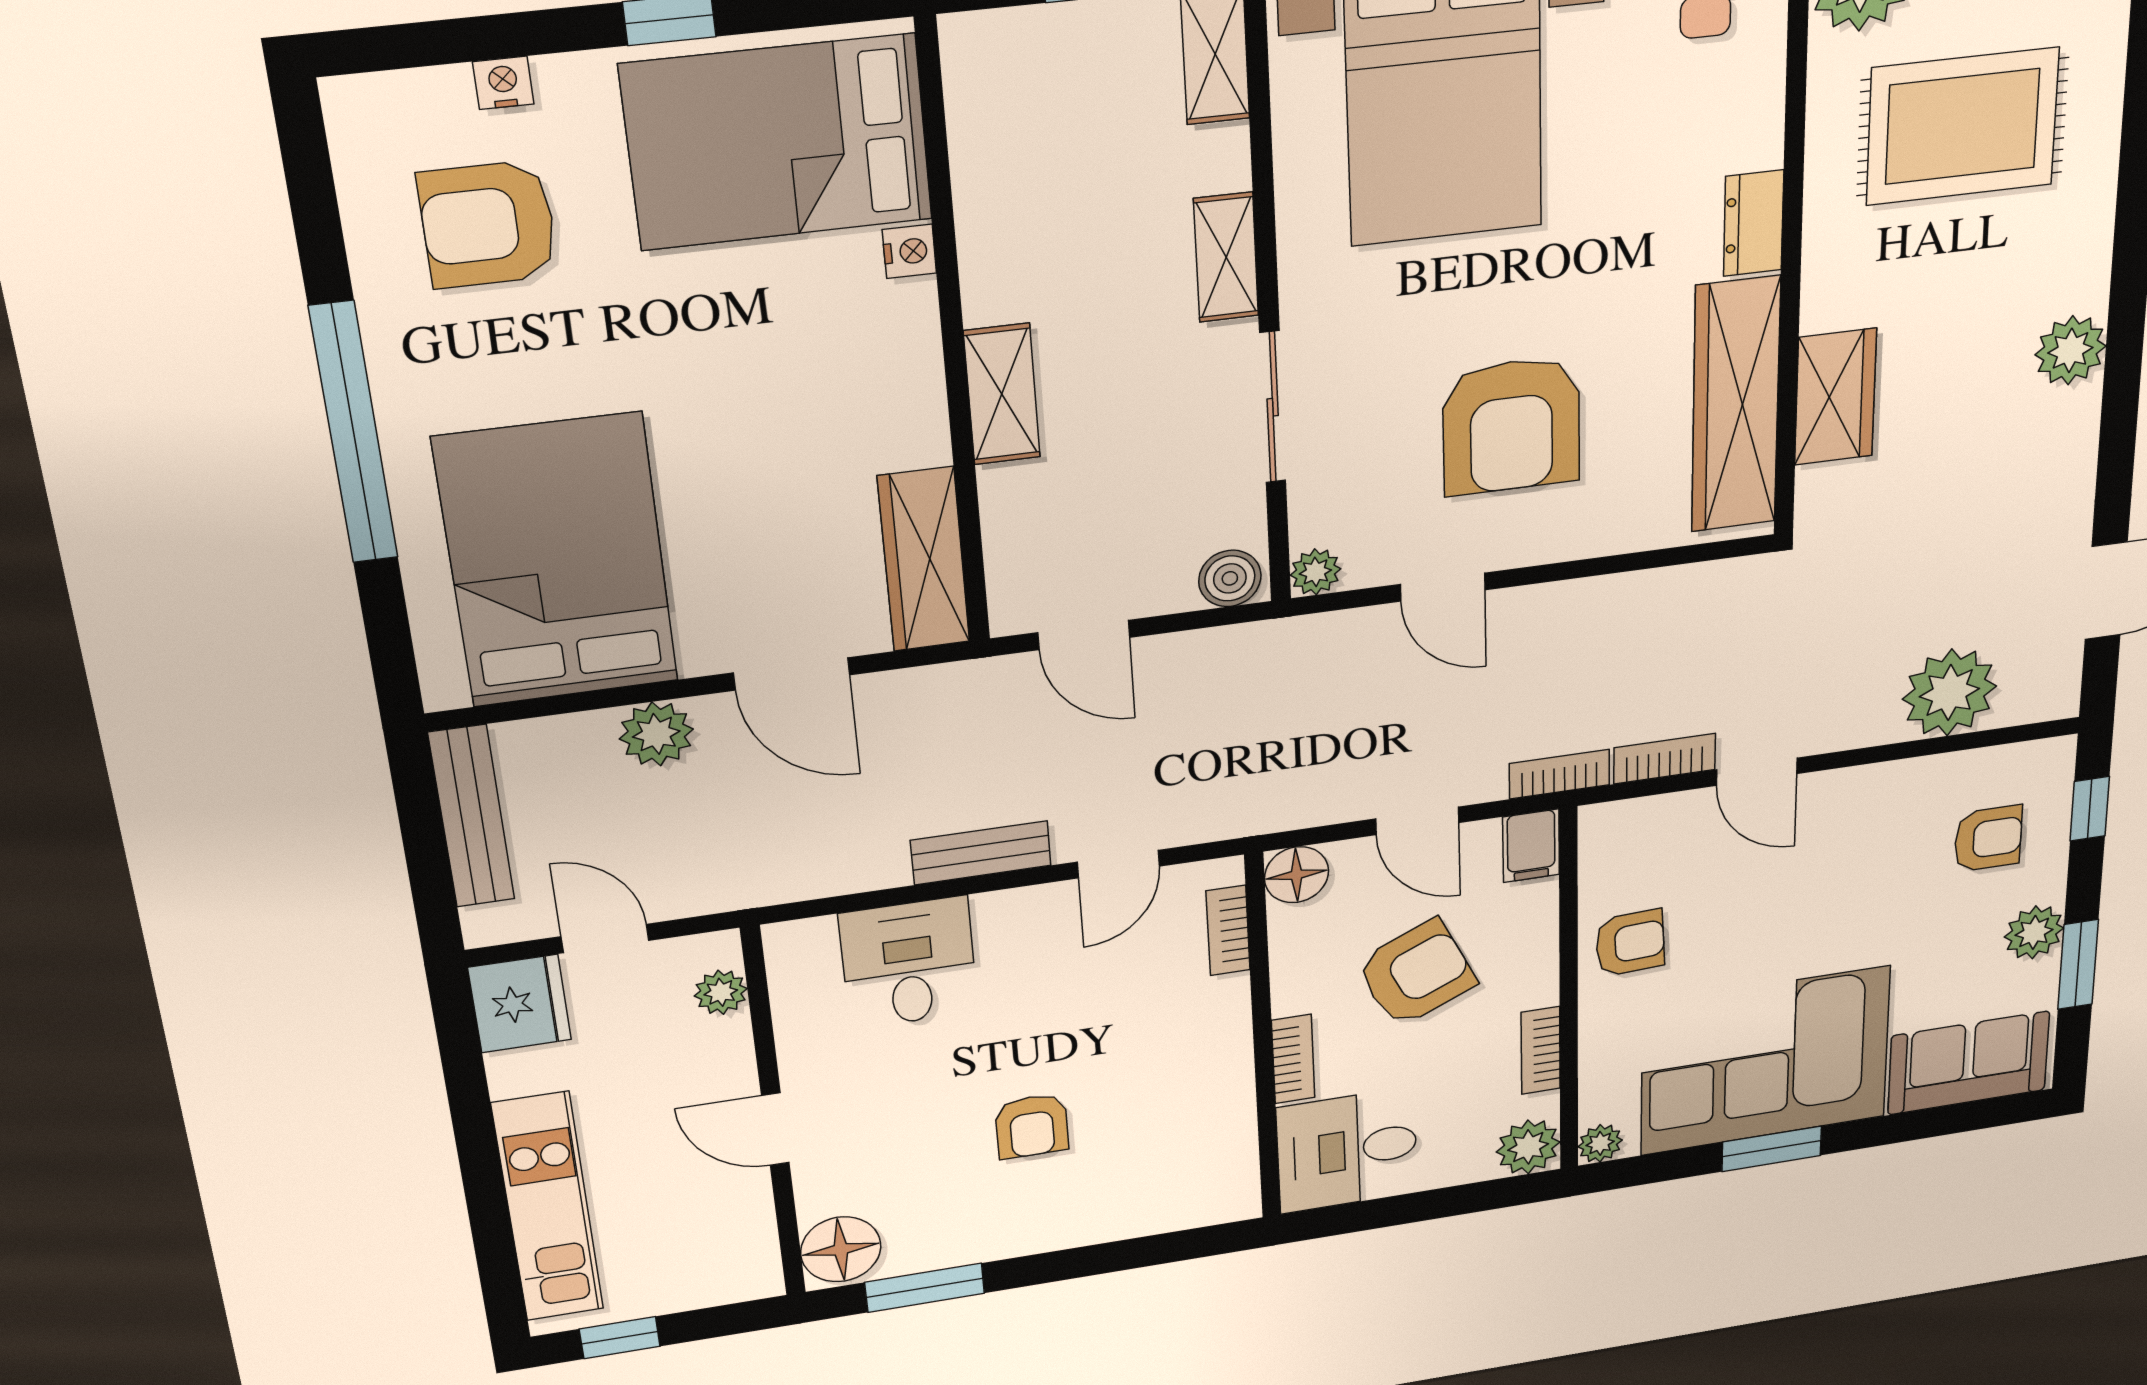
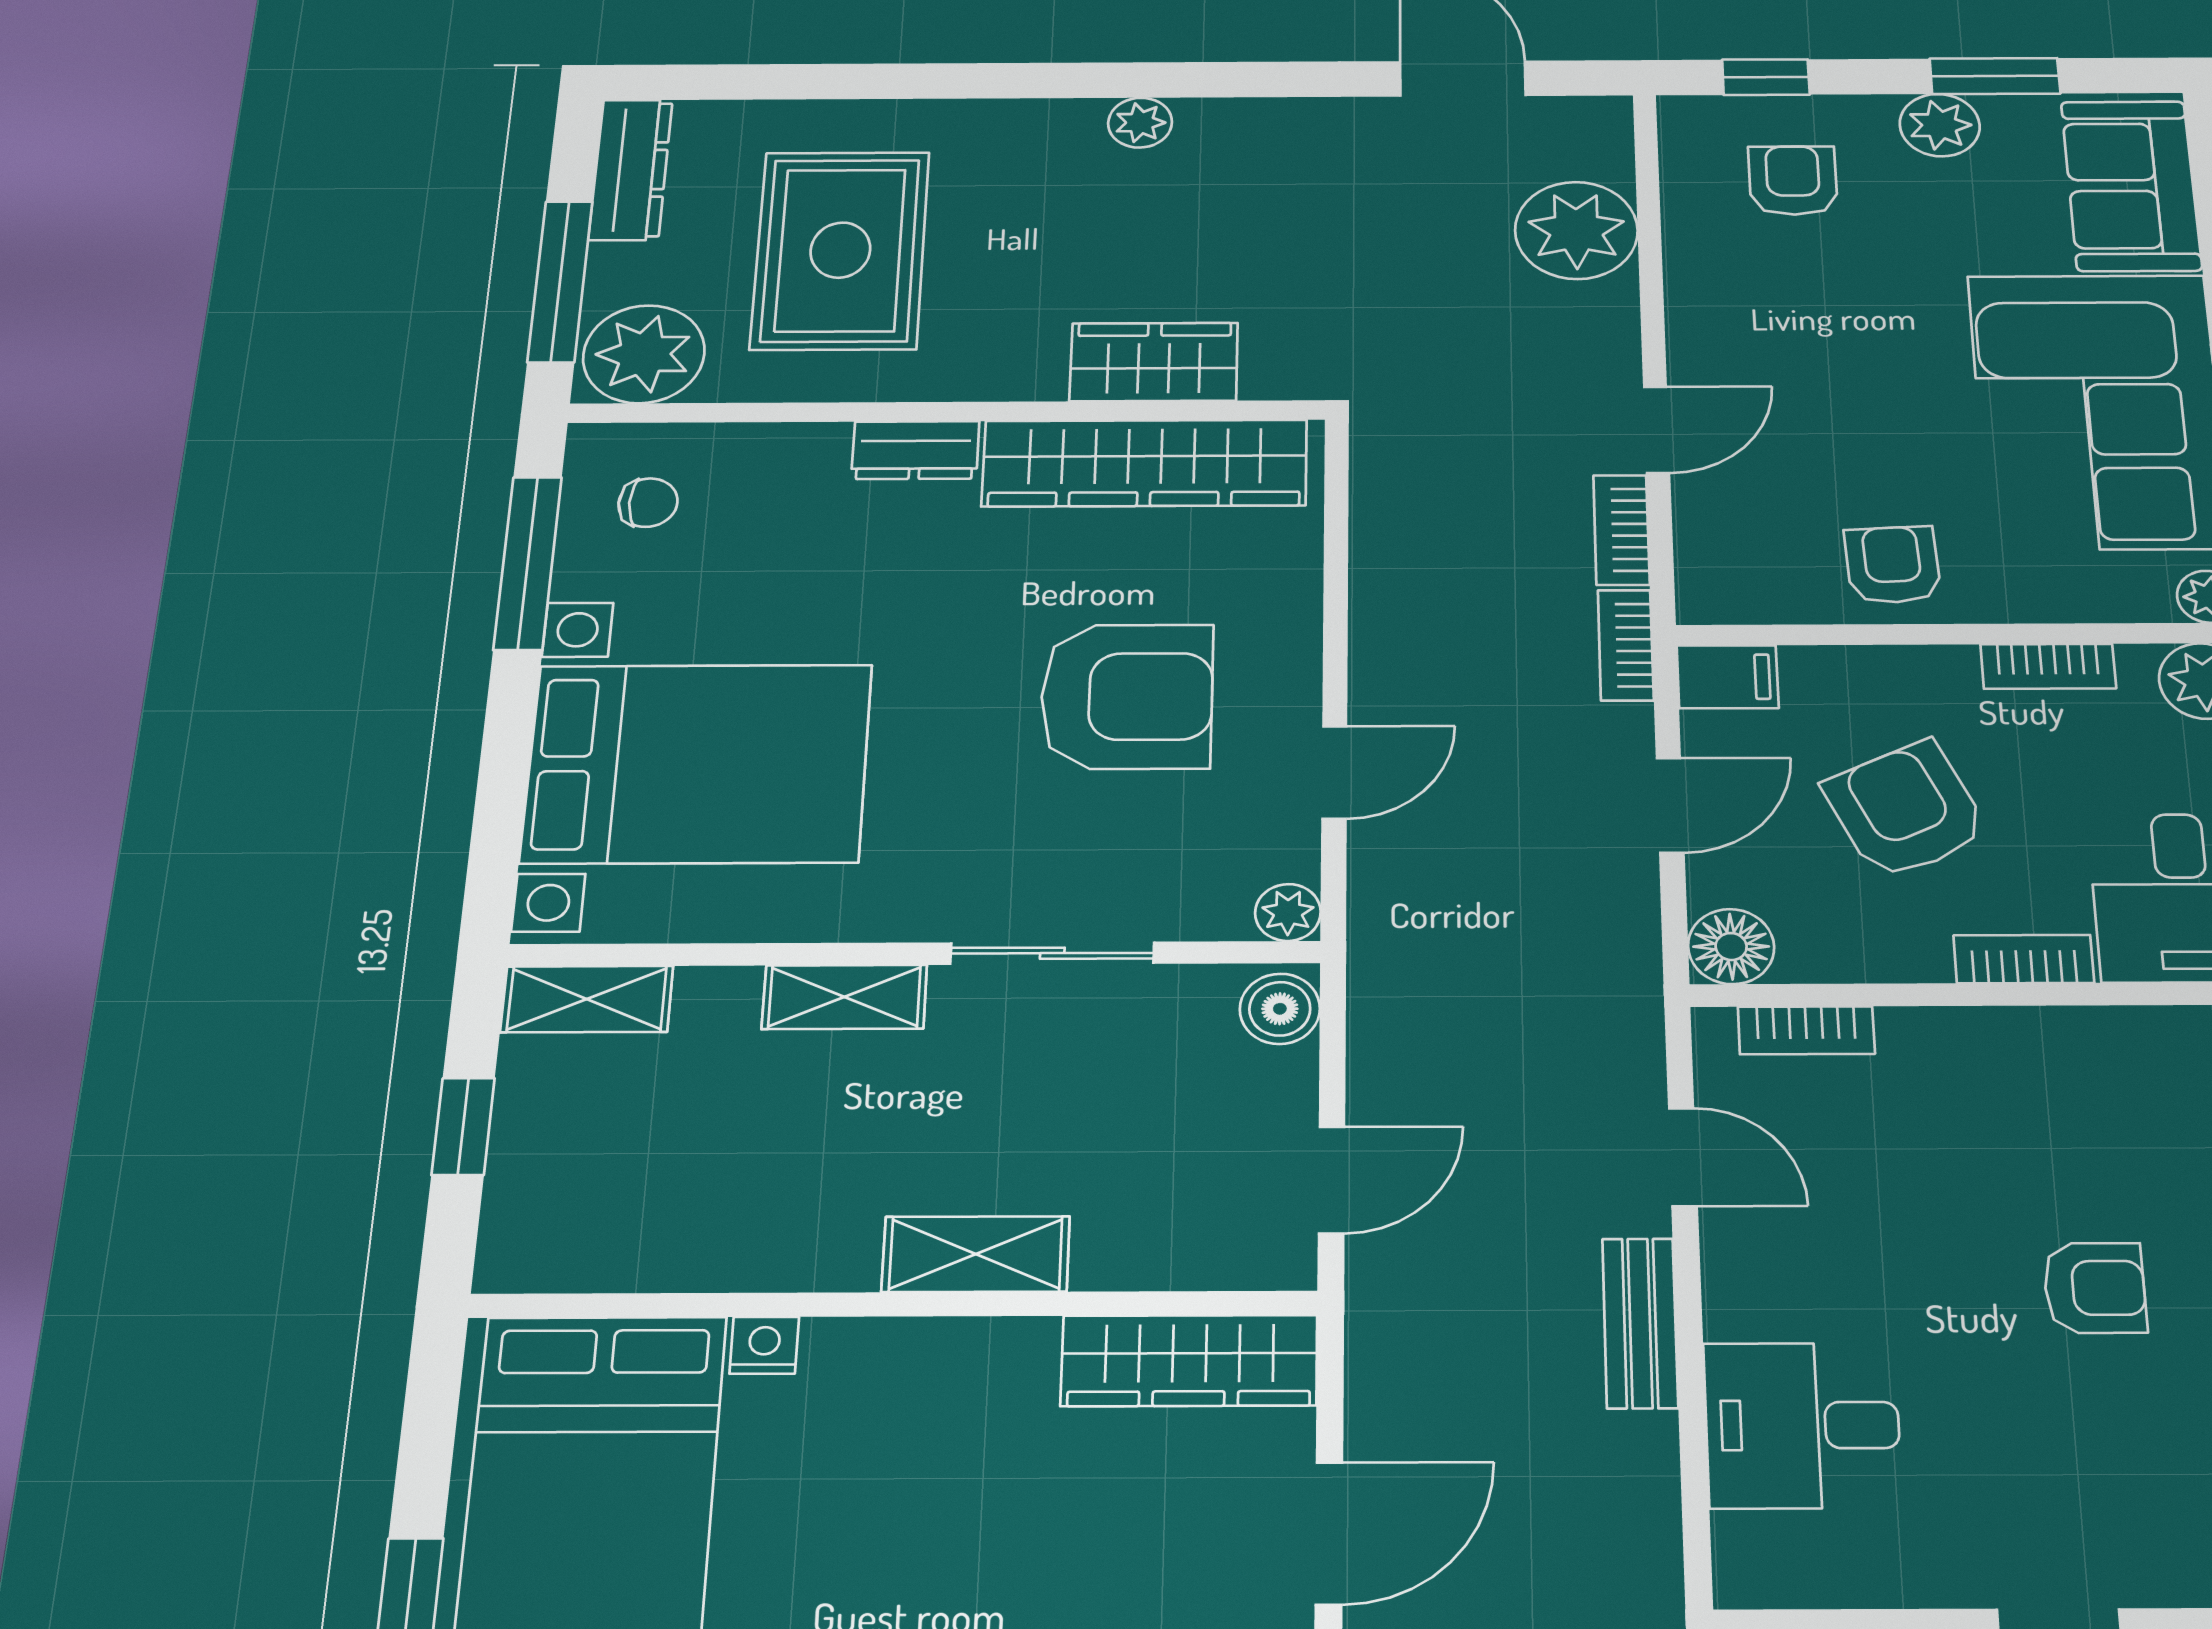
plant: (2070, 350) -> (1140, 123), width x0.73, depth x0.73

